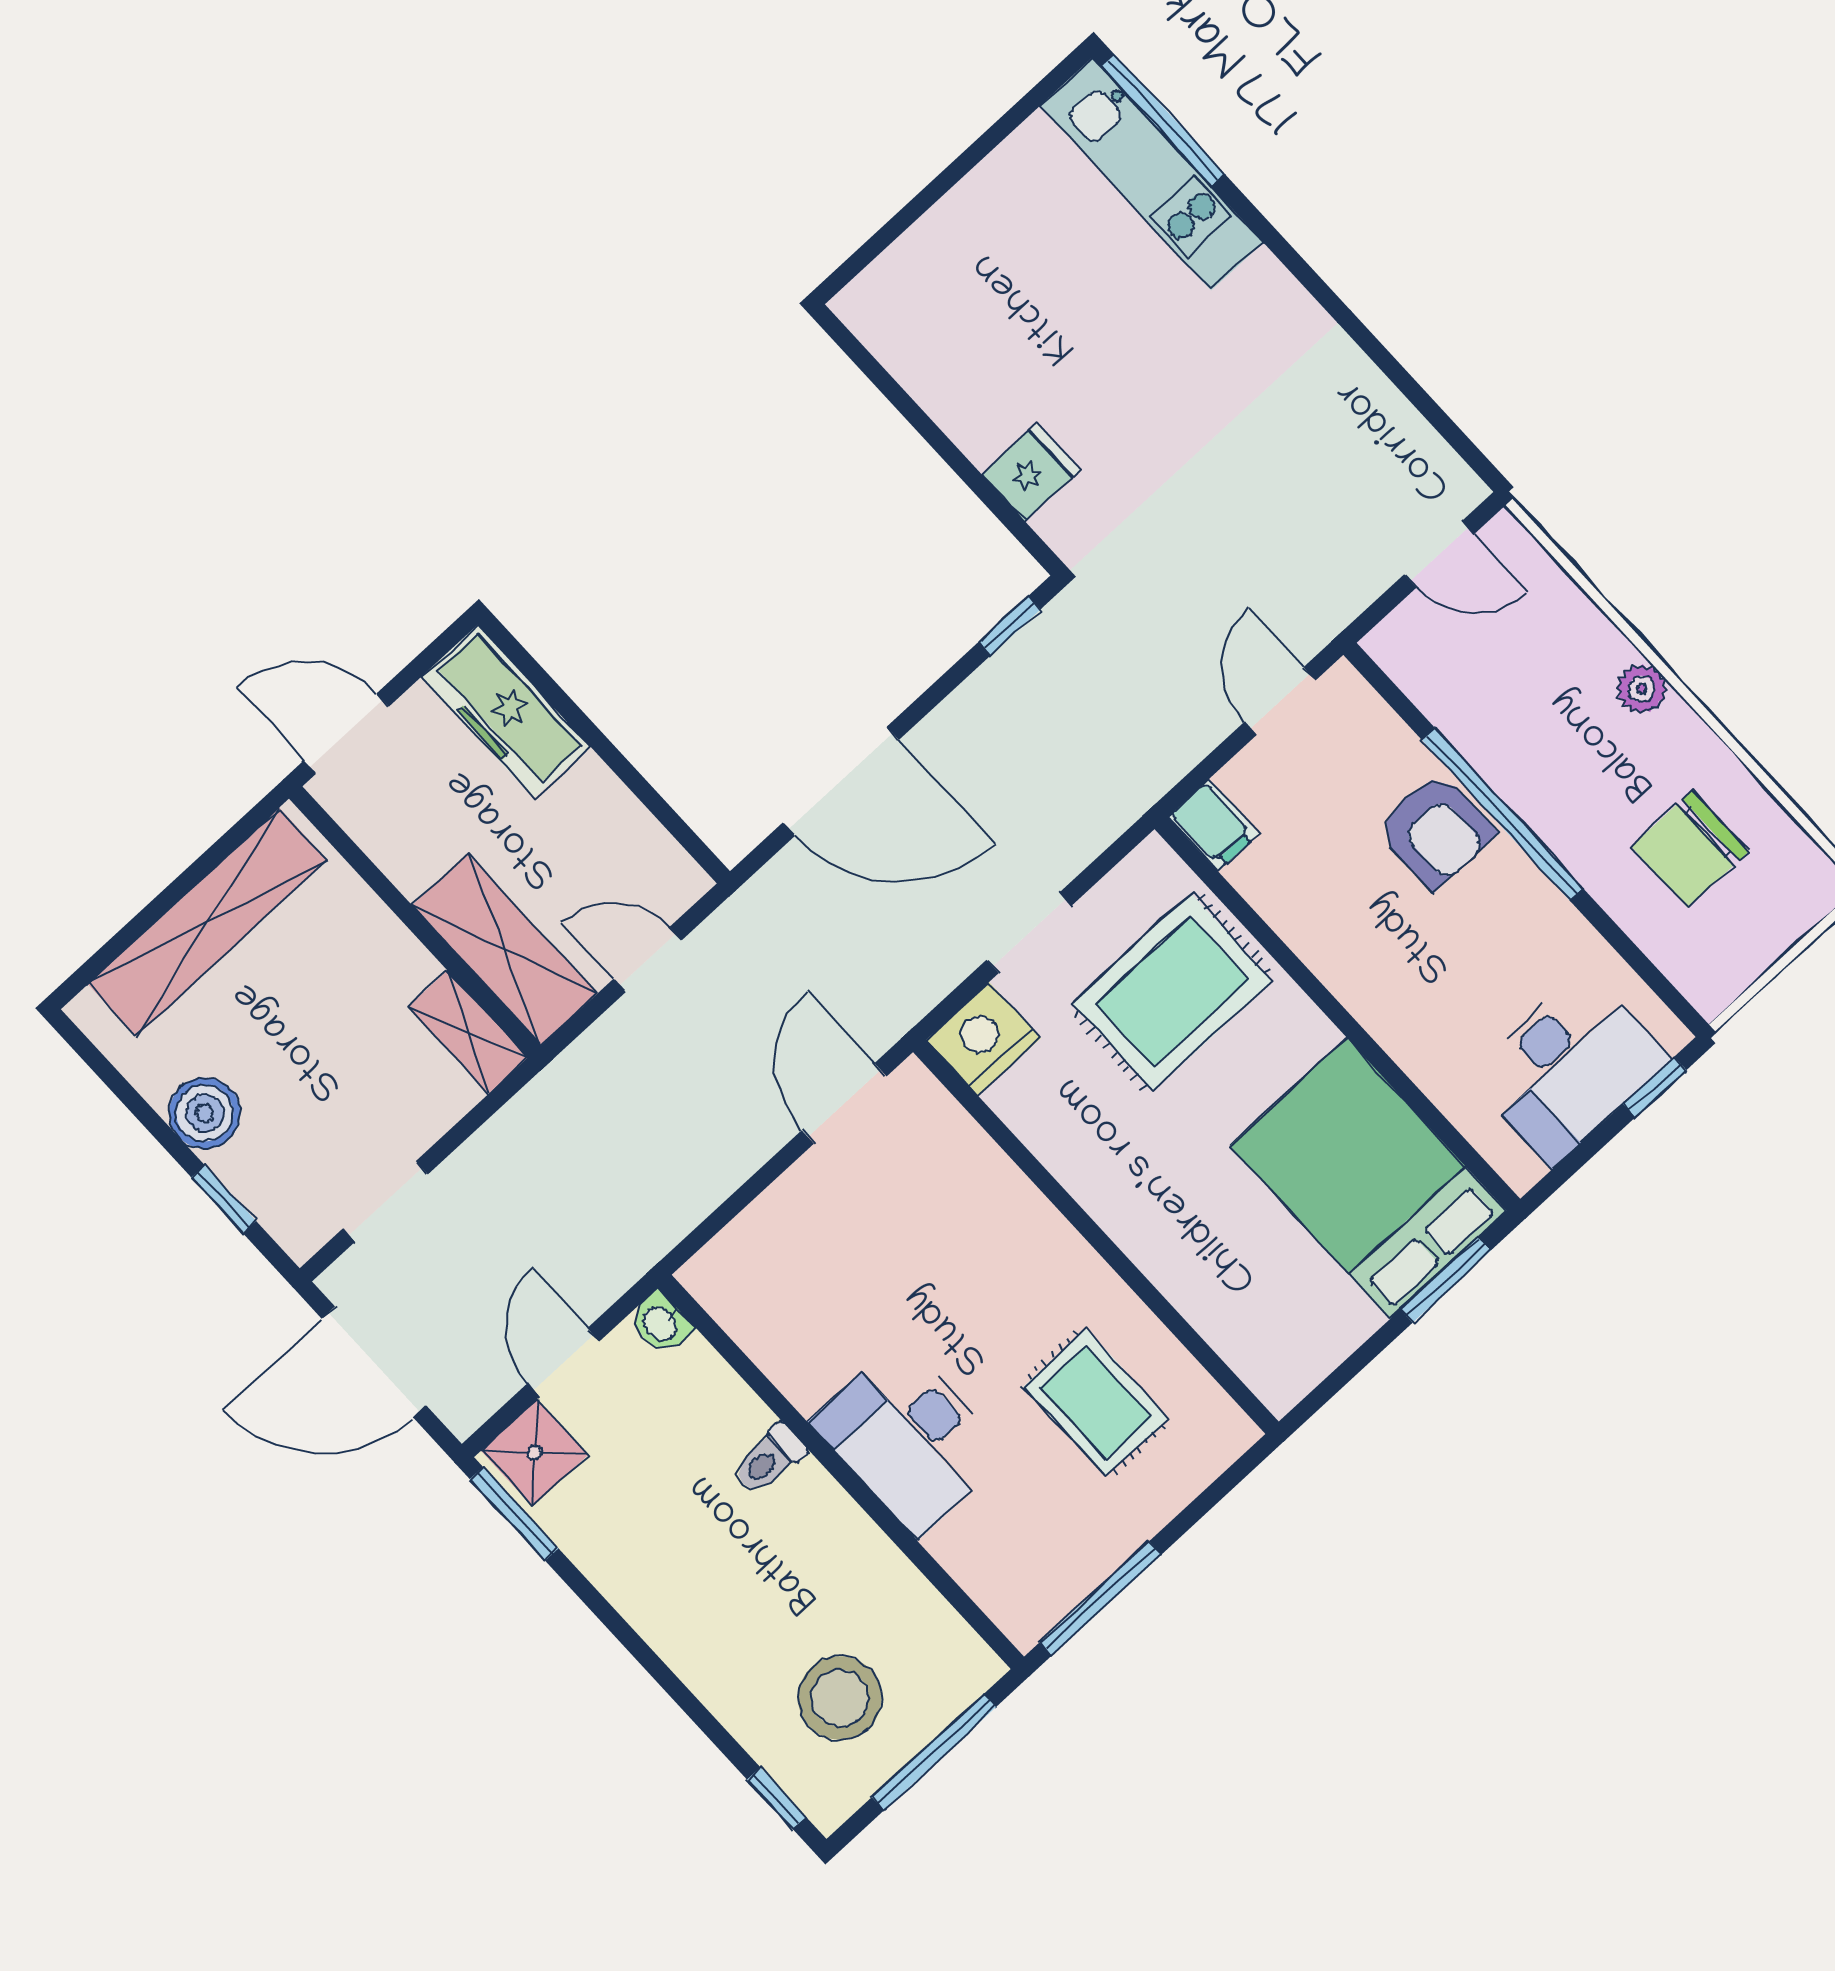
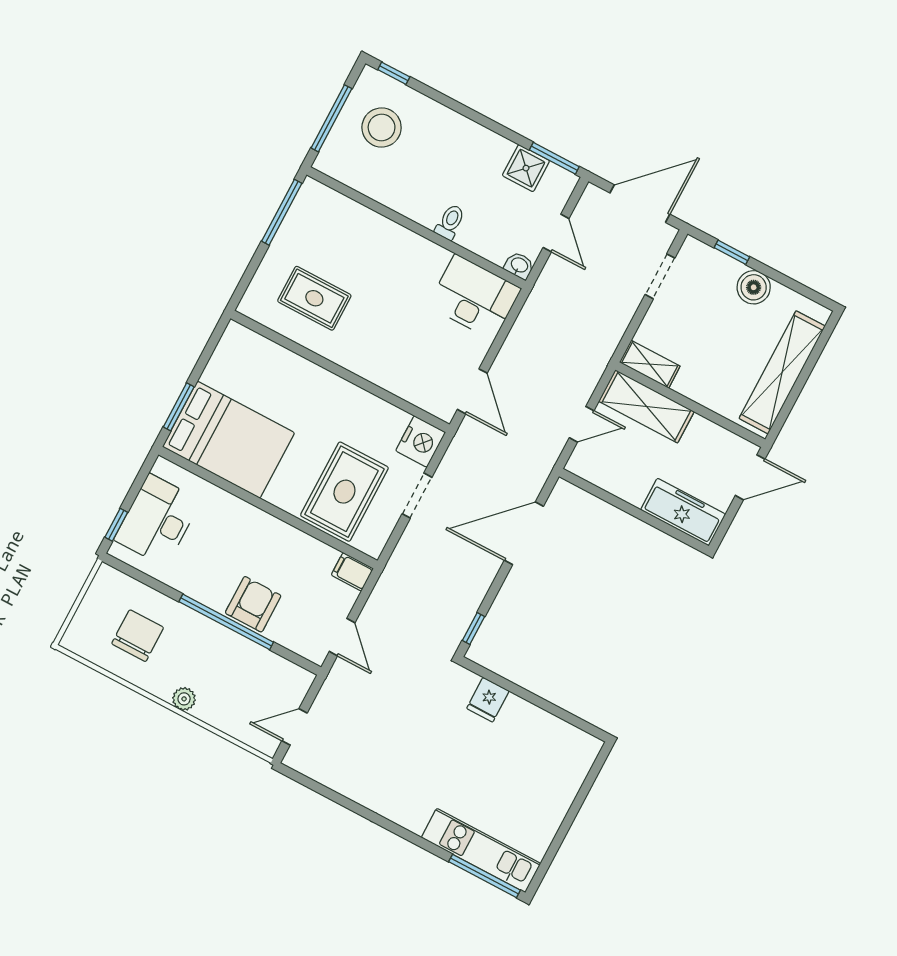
armchair: (1436, 830) -> (253, 604), turned 90
desk: (909, 1438) -> (474, 297), moved
shower: (535, 1453) -> (526, 168), moved

